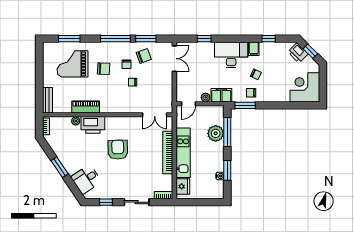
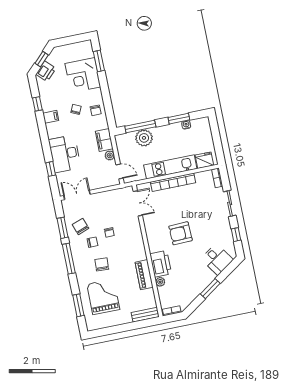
desk: (231, 55) -> (65, 154), moved
grand piano: (73, 64) -> (103, 297), turned 180
corner desk: (305, 87) -> (83, 75), moved
window: (245, 105) -> (99, 61), moved

